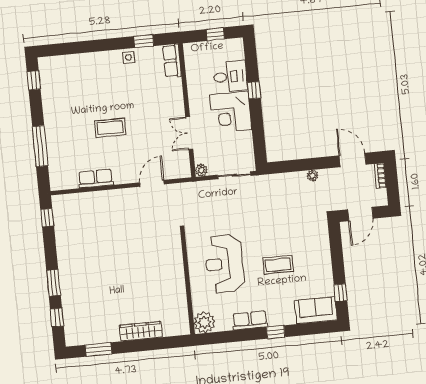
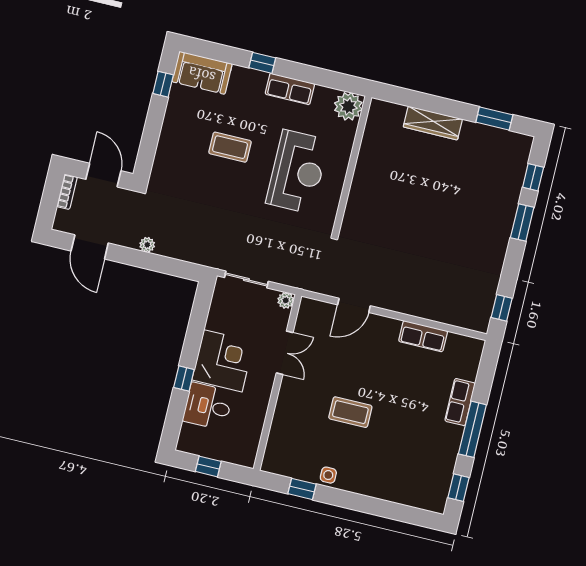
row of seats: (172, 61) -> (460, 402), moved, turned 180
coffee table: (110, 128) -> (350, 412), moved
window: (40, 146) -> (472, 429), moved
bookcase: (380, 176) -> (67, 192), moved
door: (360, 214) -> (103, 175), hinge flipped

